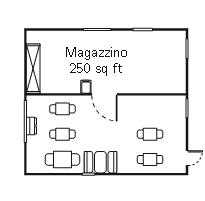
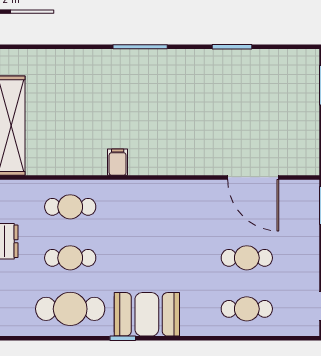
door: (104, 94) -> (253, 177), moved

